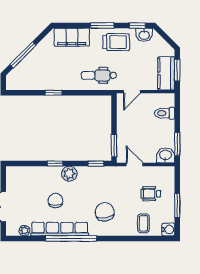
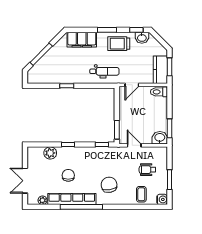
trolley: (116, 42) -> (119, 44), turned 180
dental chair: (99, 75) -> (104, 71), turned 180
toilet: (165, 113) -> (159, 92), moved
plant: (69, 174) -> (50, 153), moved

